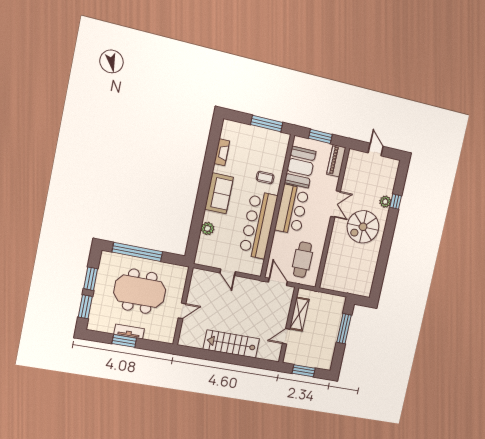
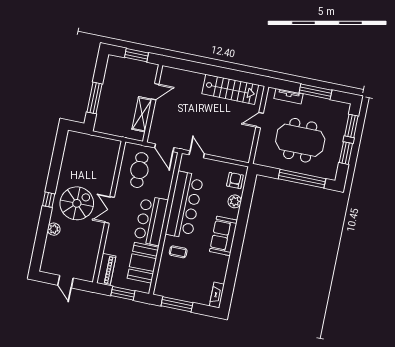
fireplace: (222, 152) -> (217, 295), moved
window: (396, 202) -> (49, 200), moved
double door: (335, 204) -> (109, 210), moved
armchair: (207, 250) -> (235, 181), added
door: (228, 272) -> (197, 154), moved
tv unit: (129, 332) -> (288, 96), moved
window: (124, 341) -> (315, 92), width x1.44
stairs: (231, 344) -> (230, 89), moved

